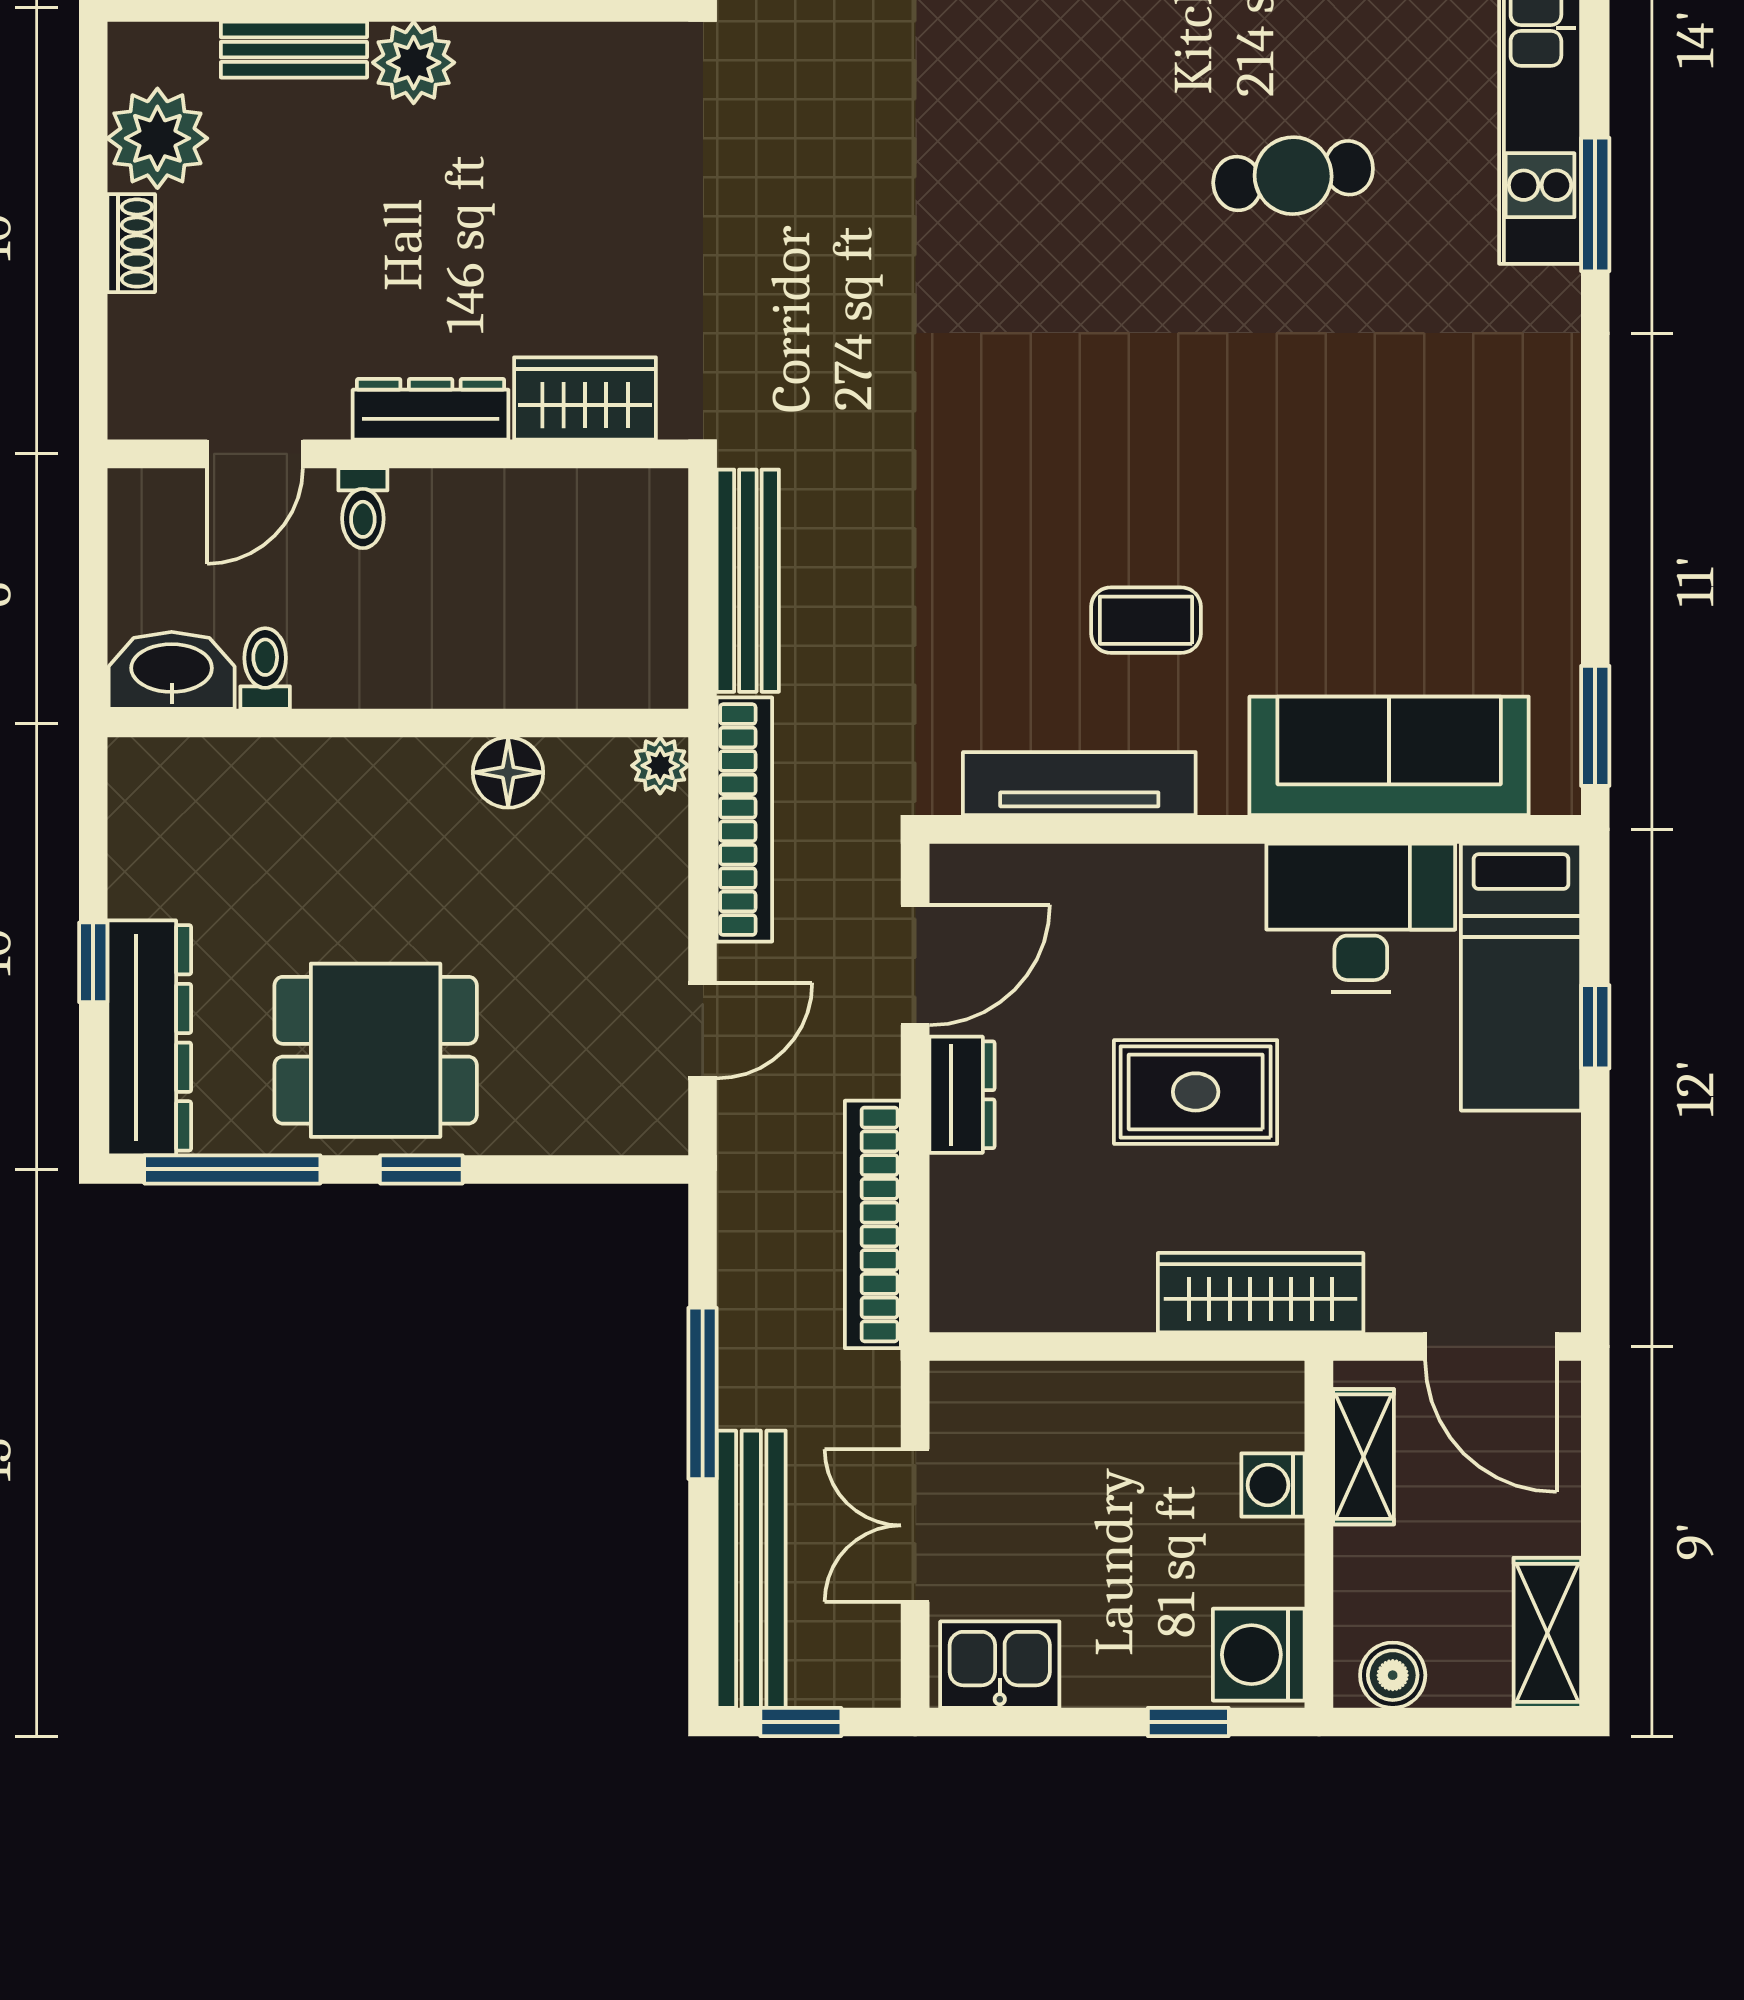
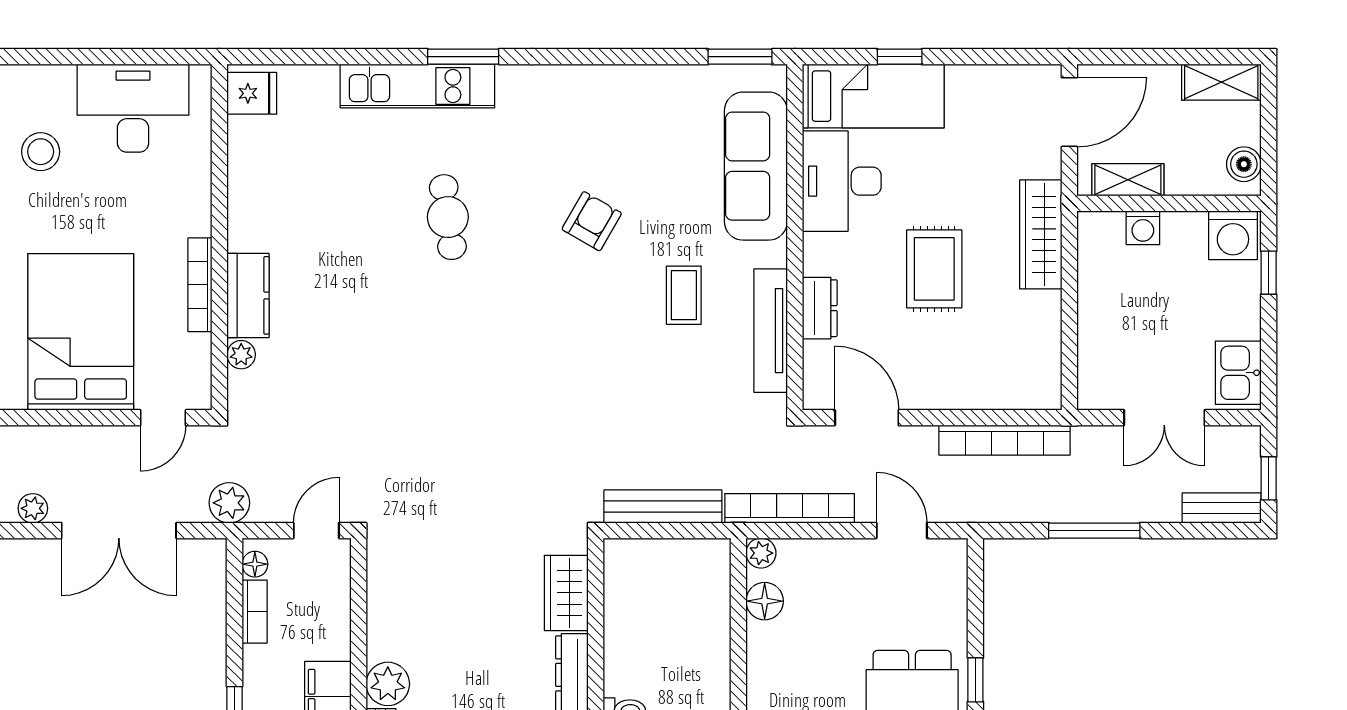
armchair: (1285, 447) -> (592, 221), added
floor lamp: (508, 772) -> (765, 601), moved
dresser: (962, 1095) -> (820, 308), moved, turned 90
bench: (751, 1569) -> (1222, 508), width x0.54, depth x0.82

